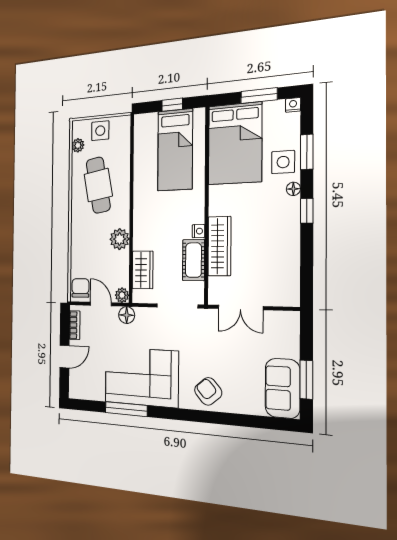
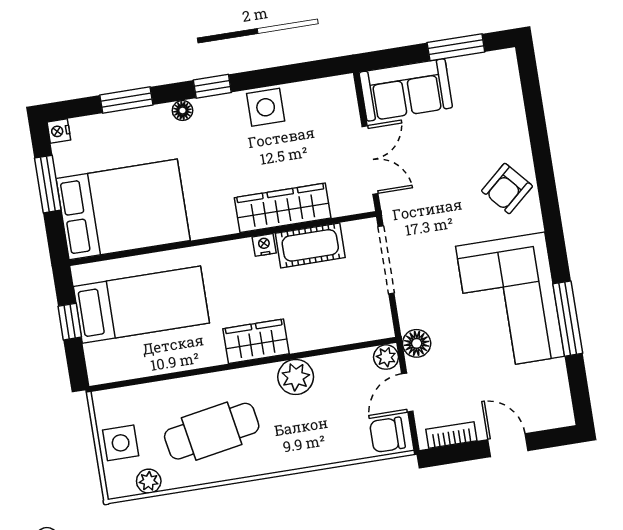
side table: (283, 162) -> (266, 107), moved
wardrobe: (143, 270) -> (256, 341), moved
sofa: (283, 388) -> (406, 90), moved

